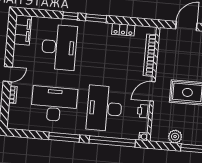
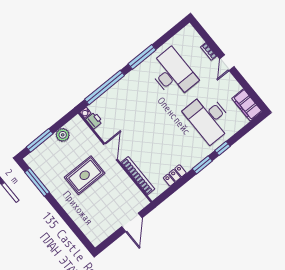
desk: (54, 104) -> (172, 74), turned -90
desk: (104, 108) -> (133, 106), removed
printer: (144, 111) -> (94, 121), moved

